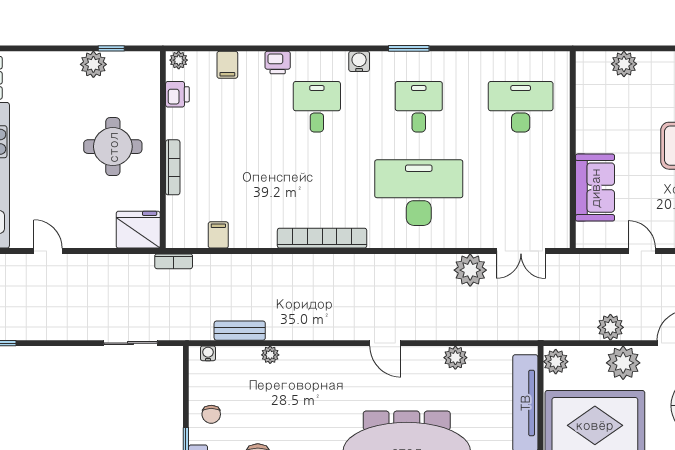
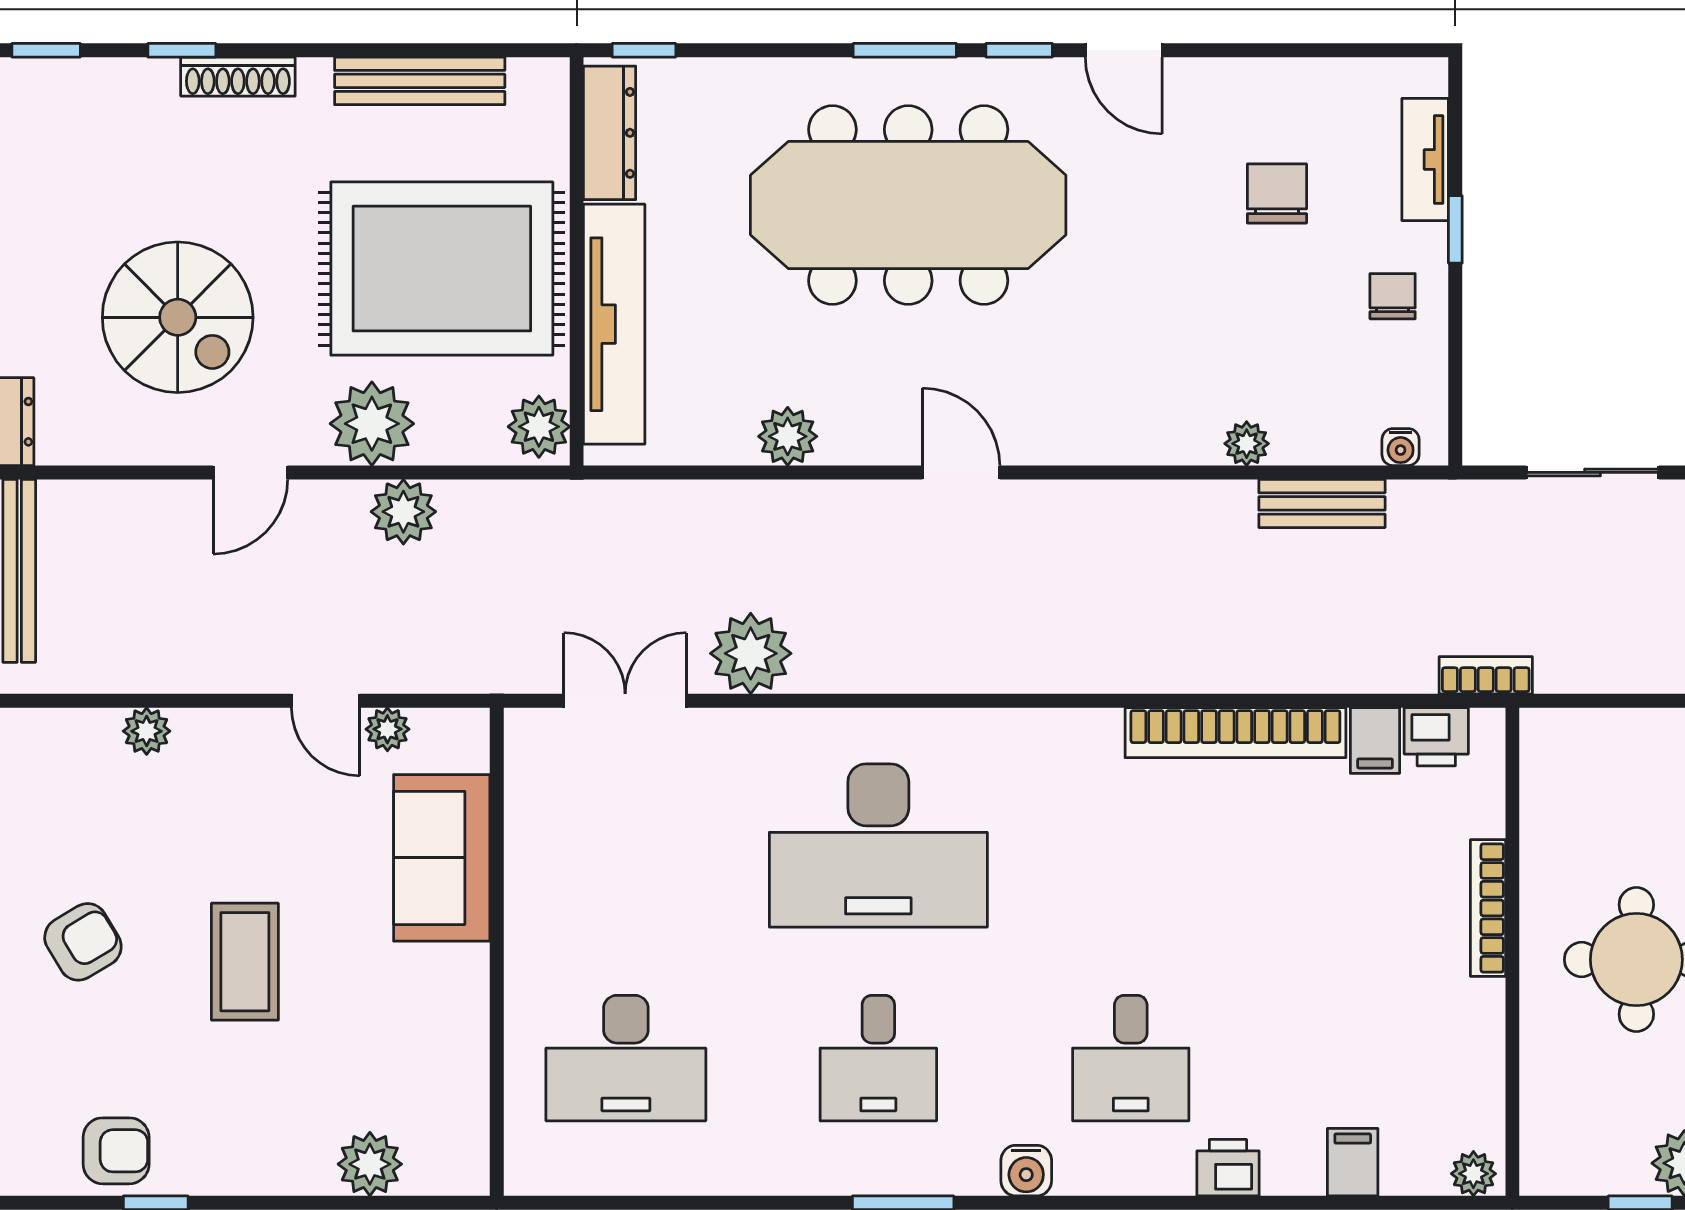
printer: (177, 94) -> (1436, 737), moved, turned -90
fridge: (138, 230) -> (1574, 754), removed
bookcase: (322, 238) -> (1235, 733), moved
plant: (617, 239) -> (387, 729), added

